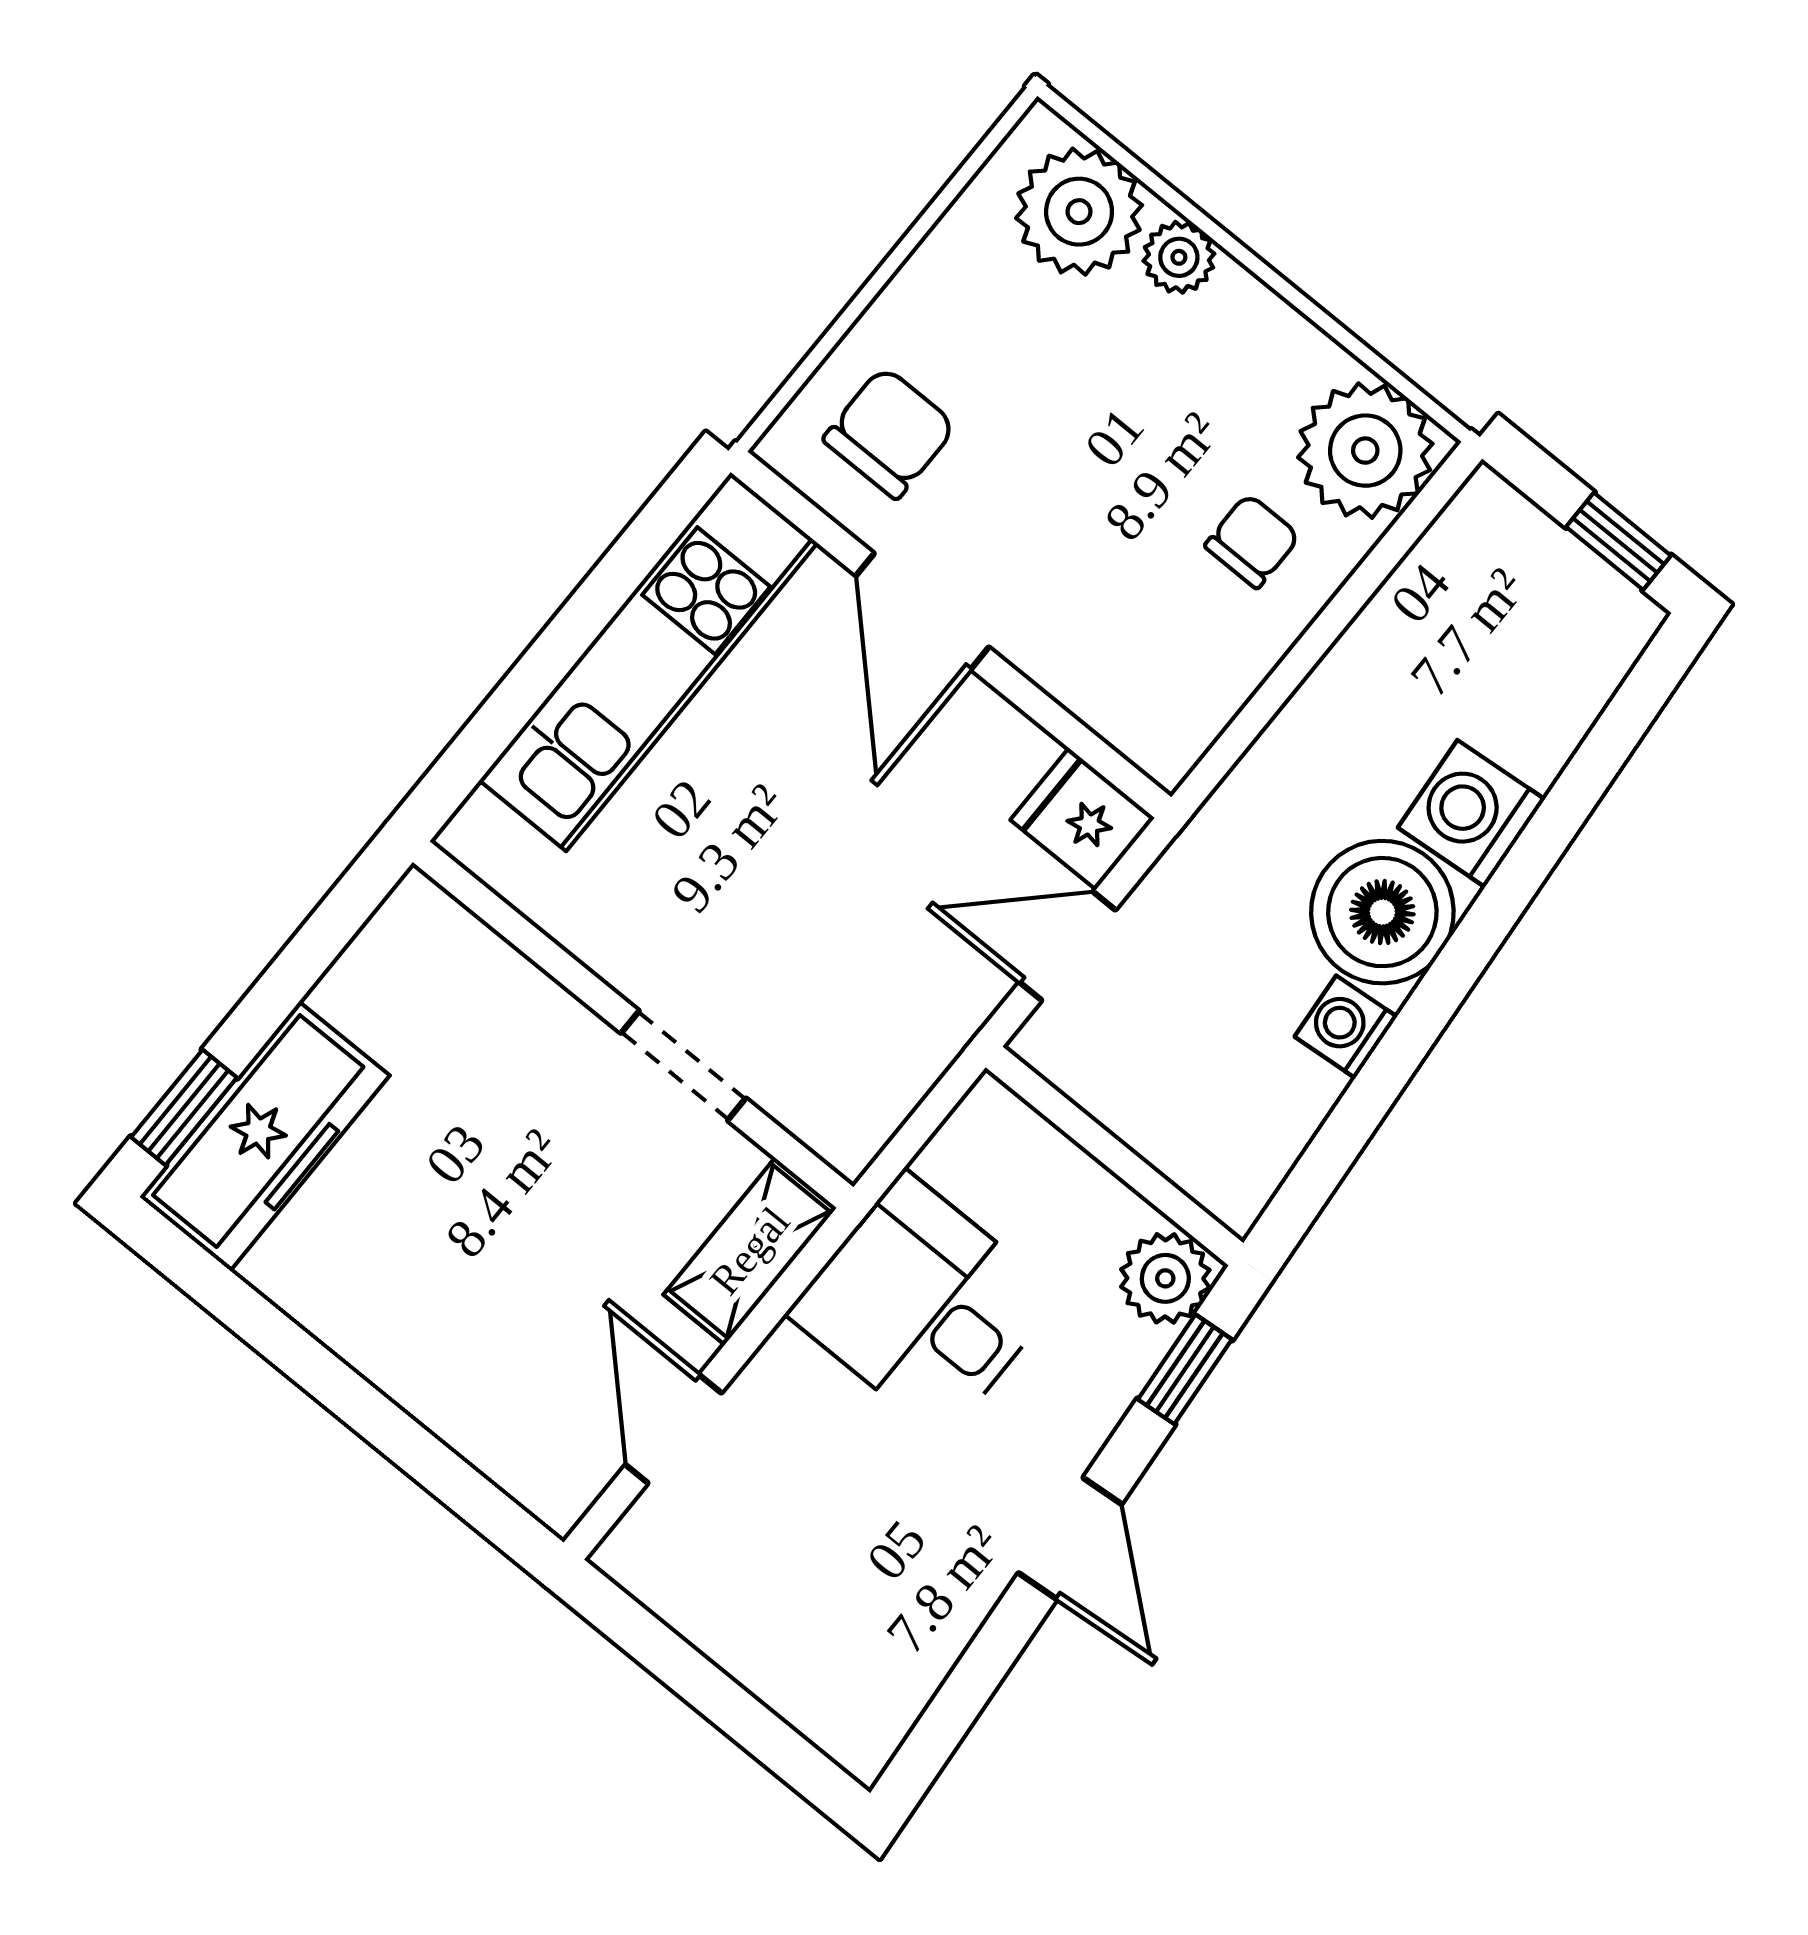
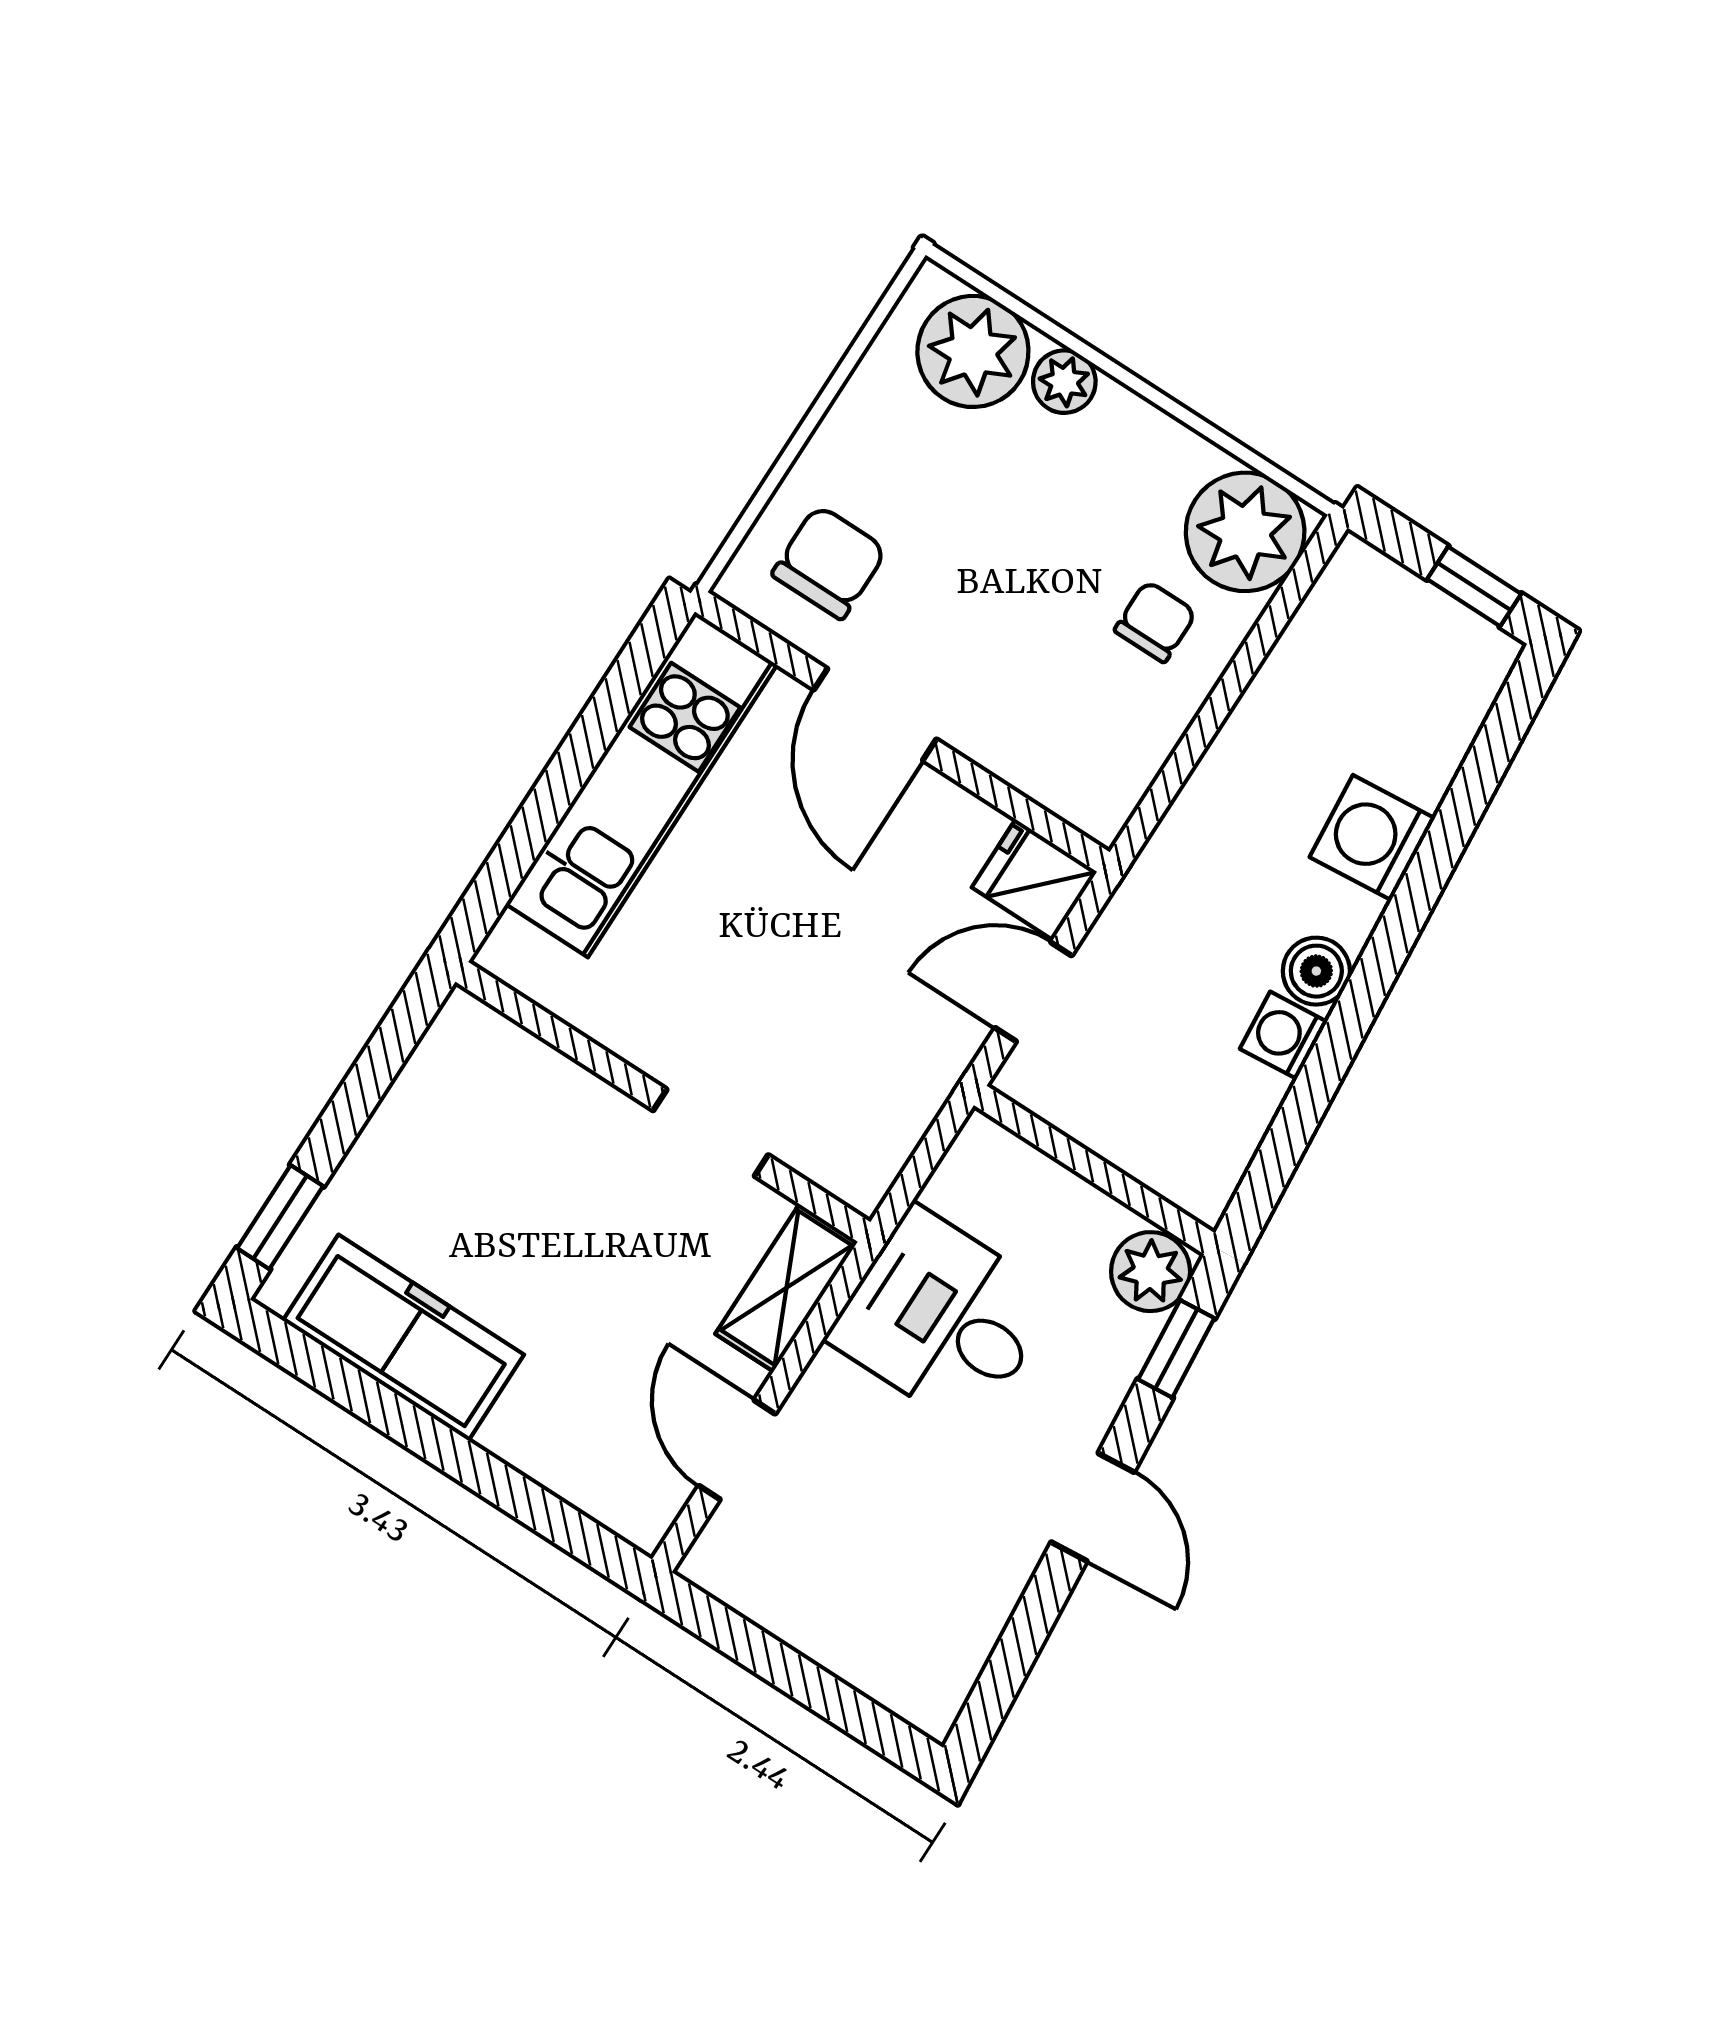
boiler: (1382, 912) -> (1316, 971), width x0.54, depth x0.54
freezer: (265, 1136) -> (403, 1338), moved, turned -90

